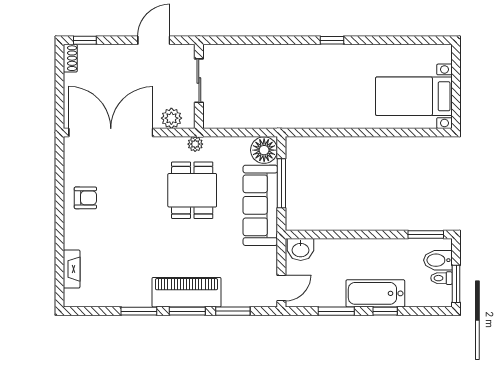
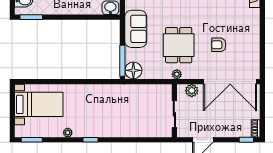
window: (425, 40) -> (32, 140), added
plant: (368, 52) -> (68, 133), added
window: (281, 183) -> (122, 61), moved
armchair: (85, 198) -> (219, 45), moved
sofa: (260, 205) -> (136, 29), width x0.73

